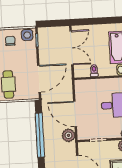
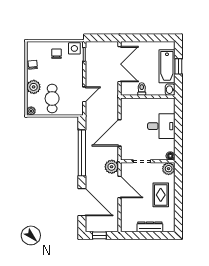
door: (39, 79) -> (84, 94), width x0.53
door: (75, 114) -> (120, 133), hinge flipped
plant: (69, 135) -> (112, 167), moved

